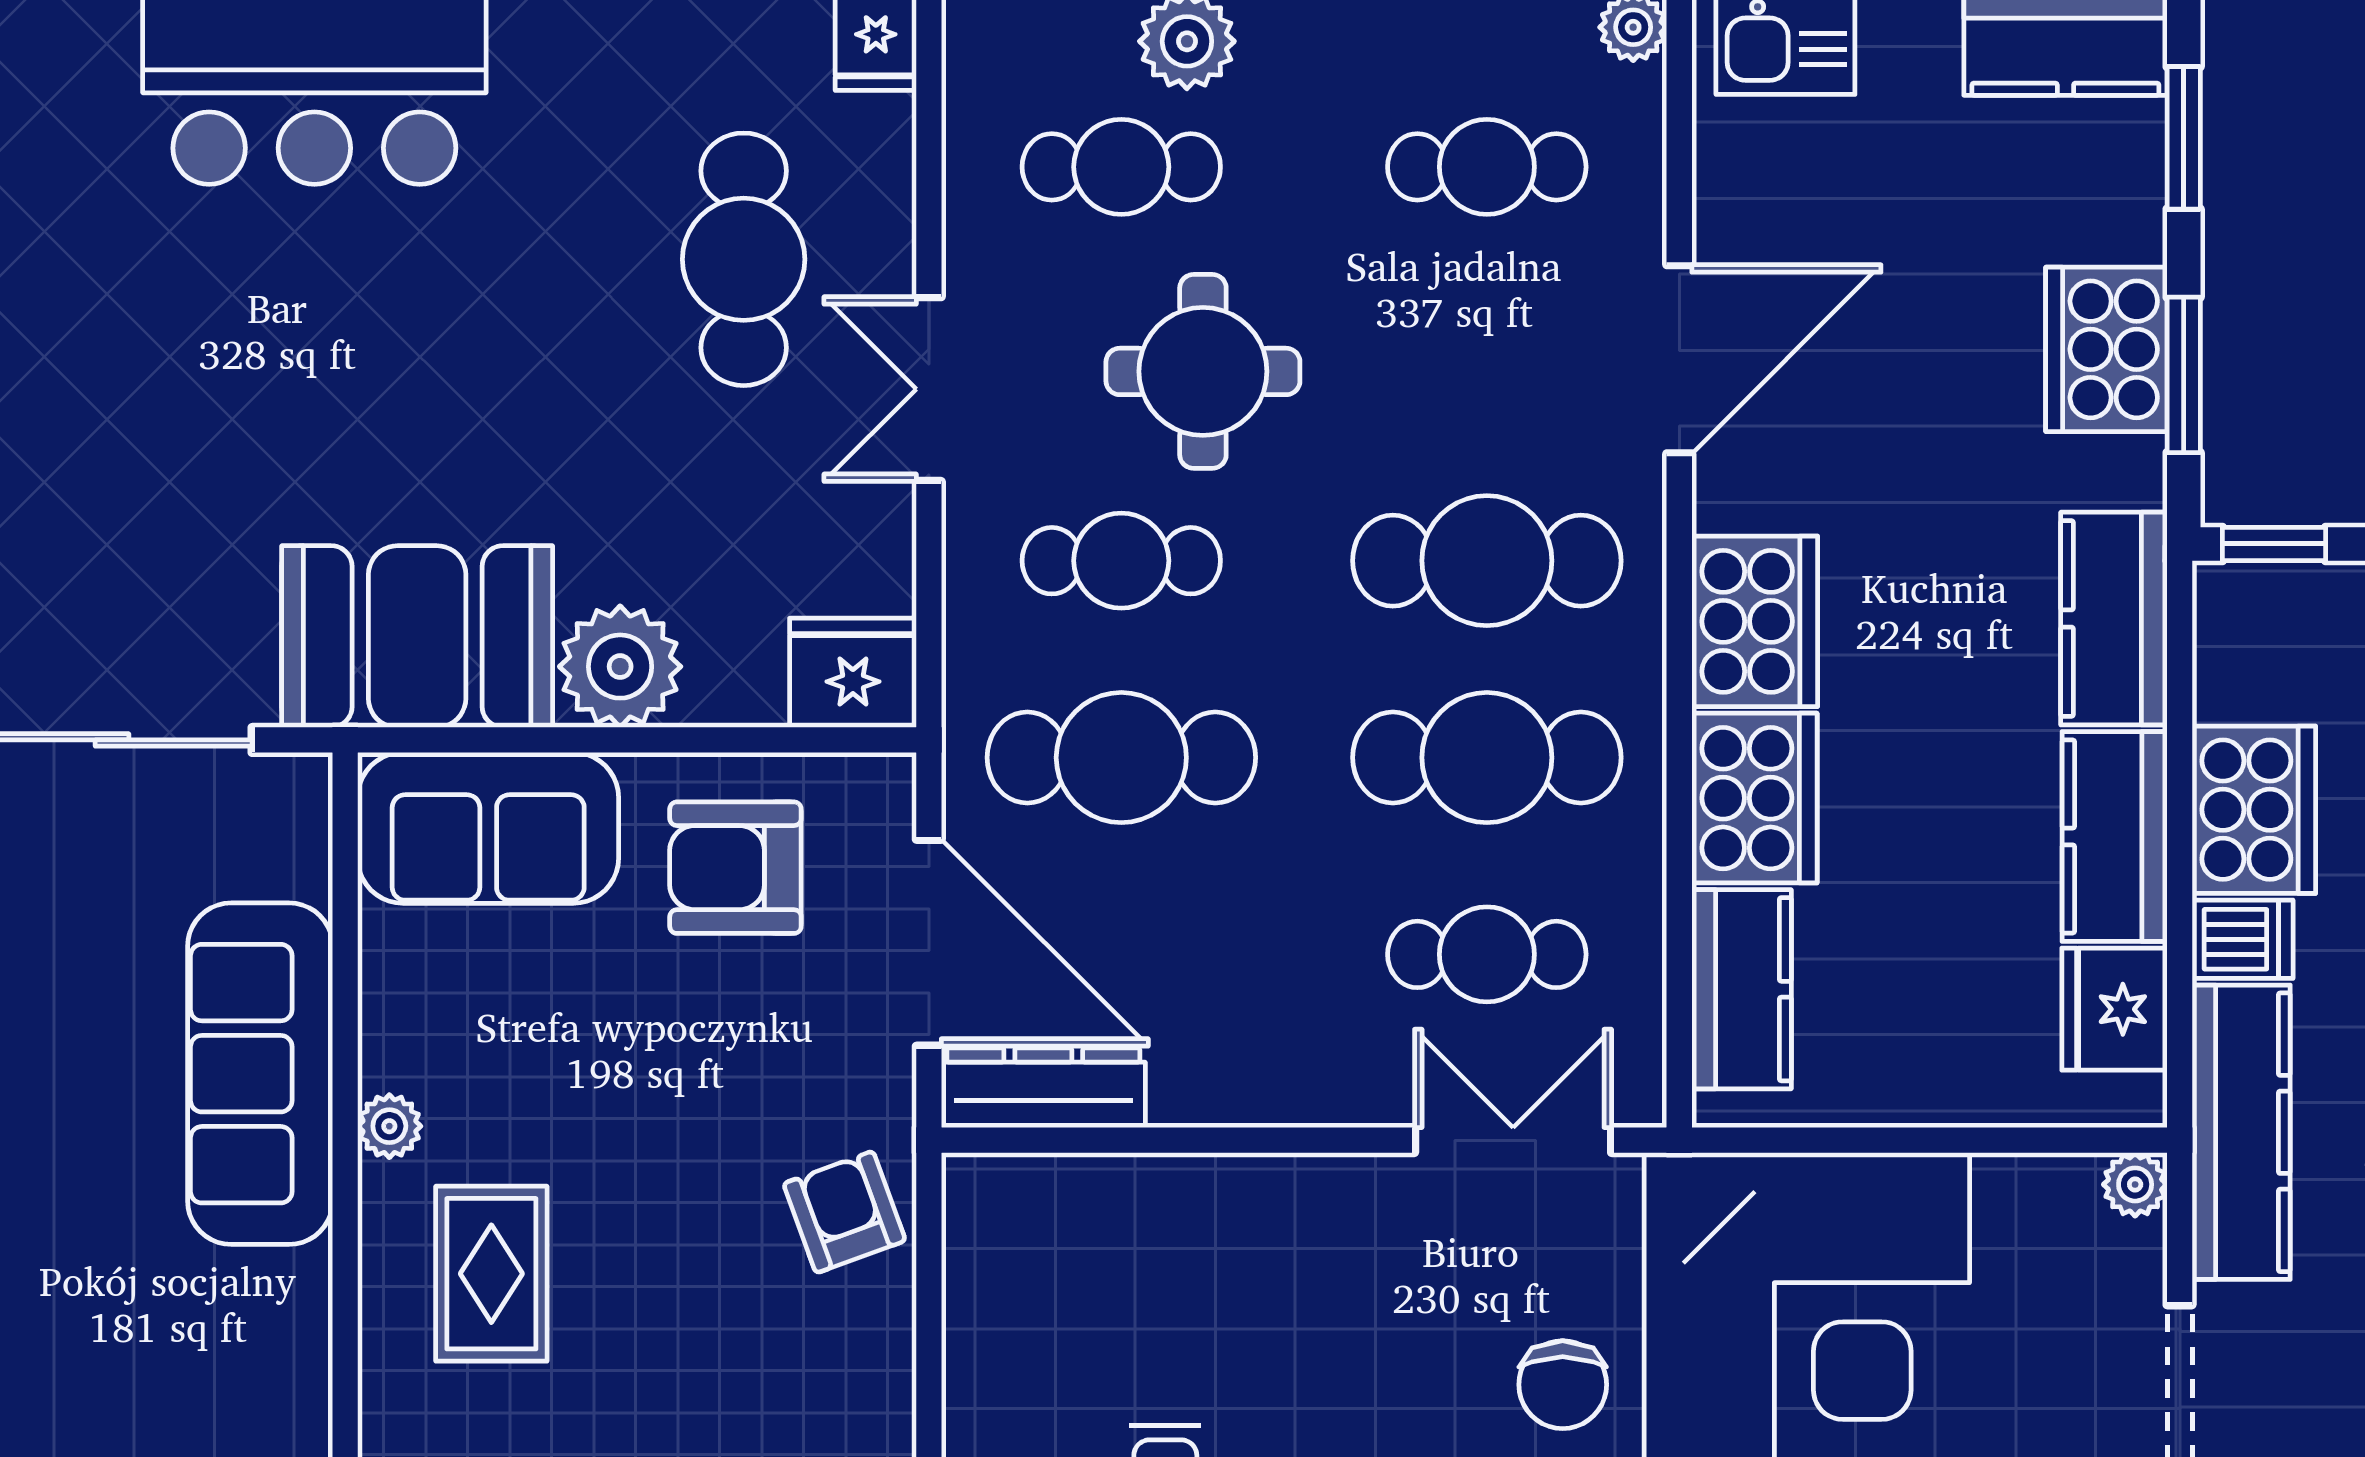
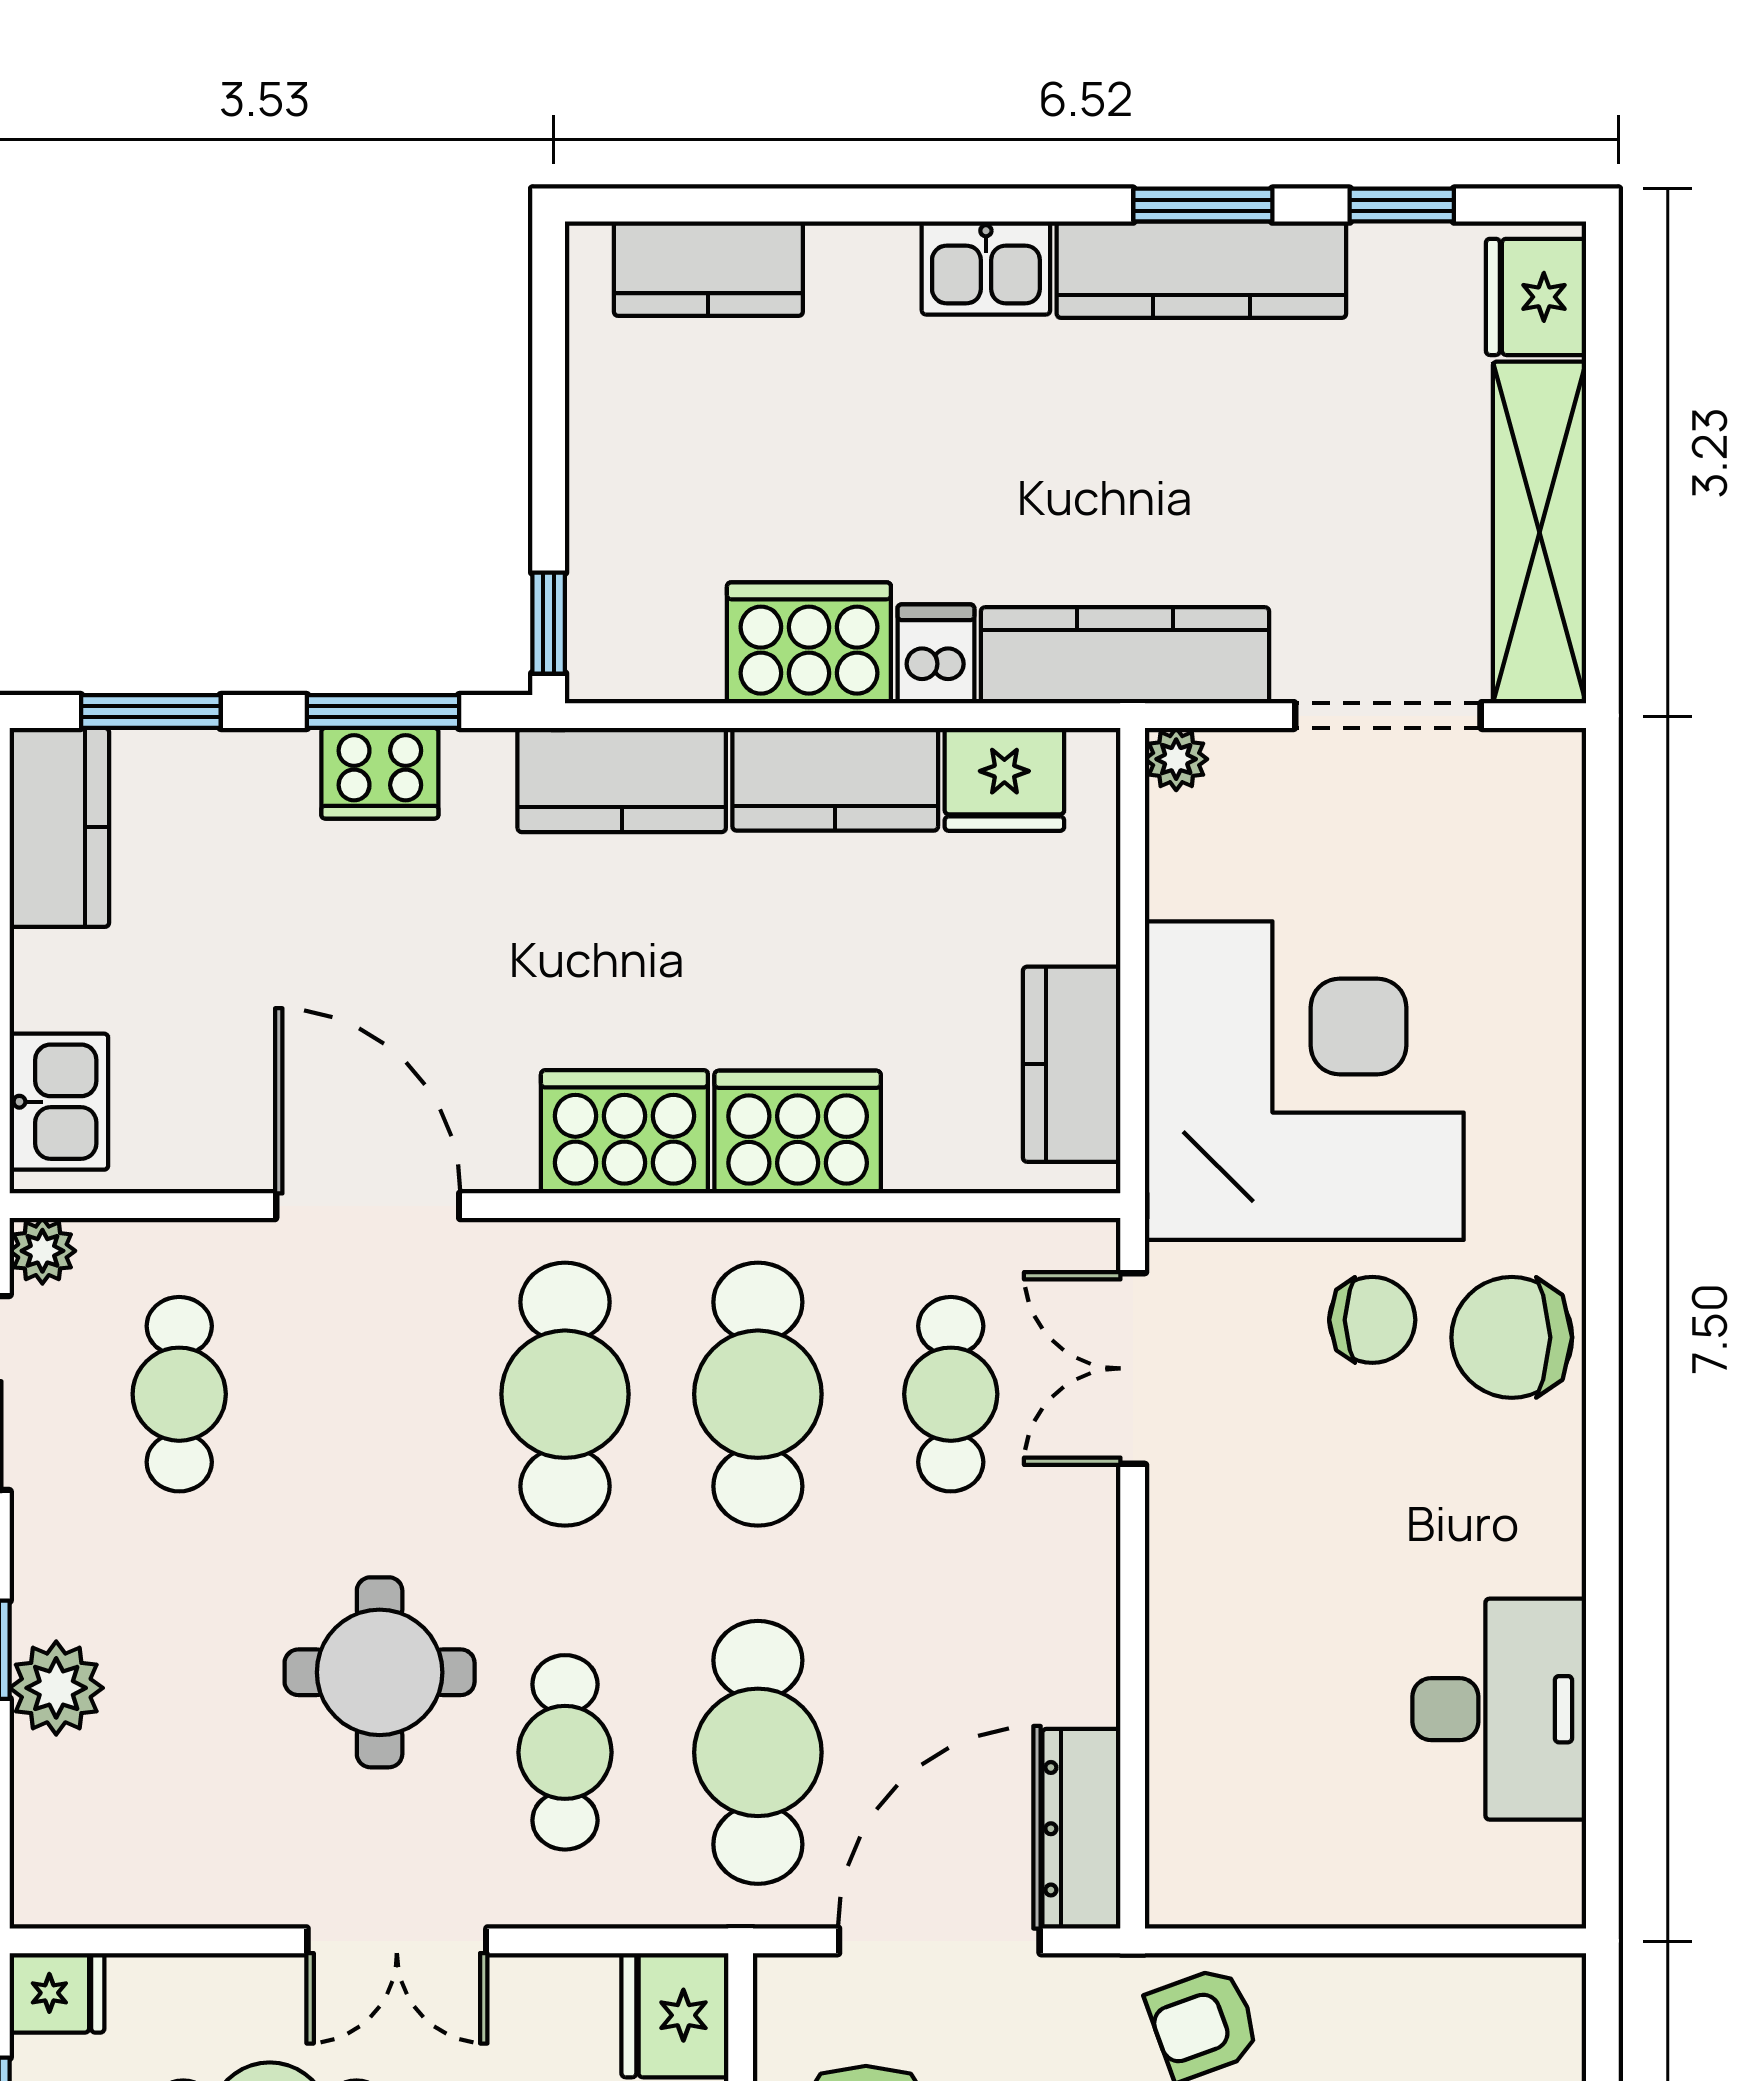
cafe table: (1121, 167) -> (179, 1752), removed
cooker: (2106, 349) -> (380, 773), width x0.73, depth x0.76
kitchen counter: (1742, 989) -> (1072, 1064), moved, turned -90

